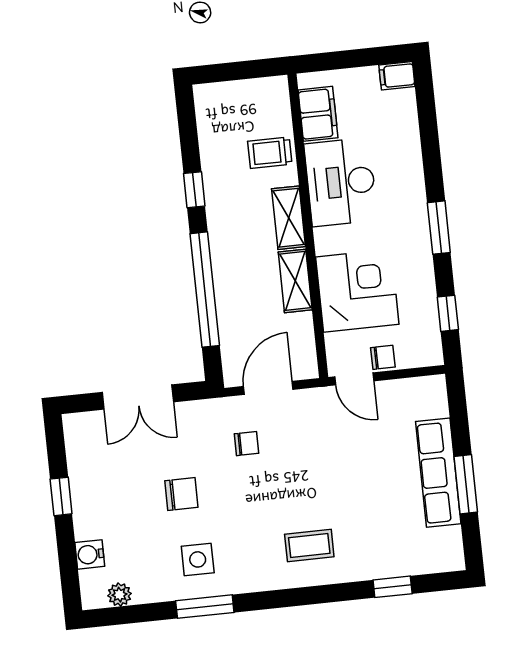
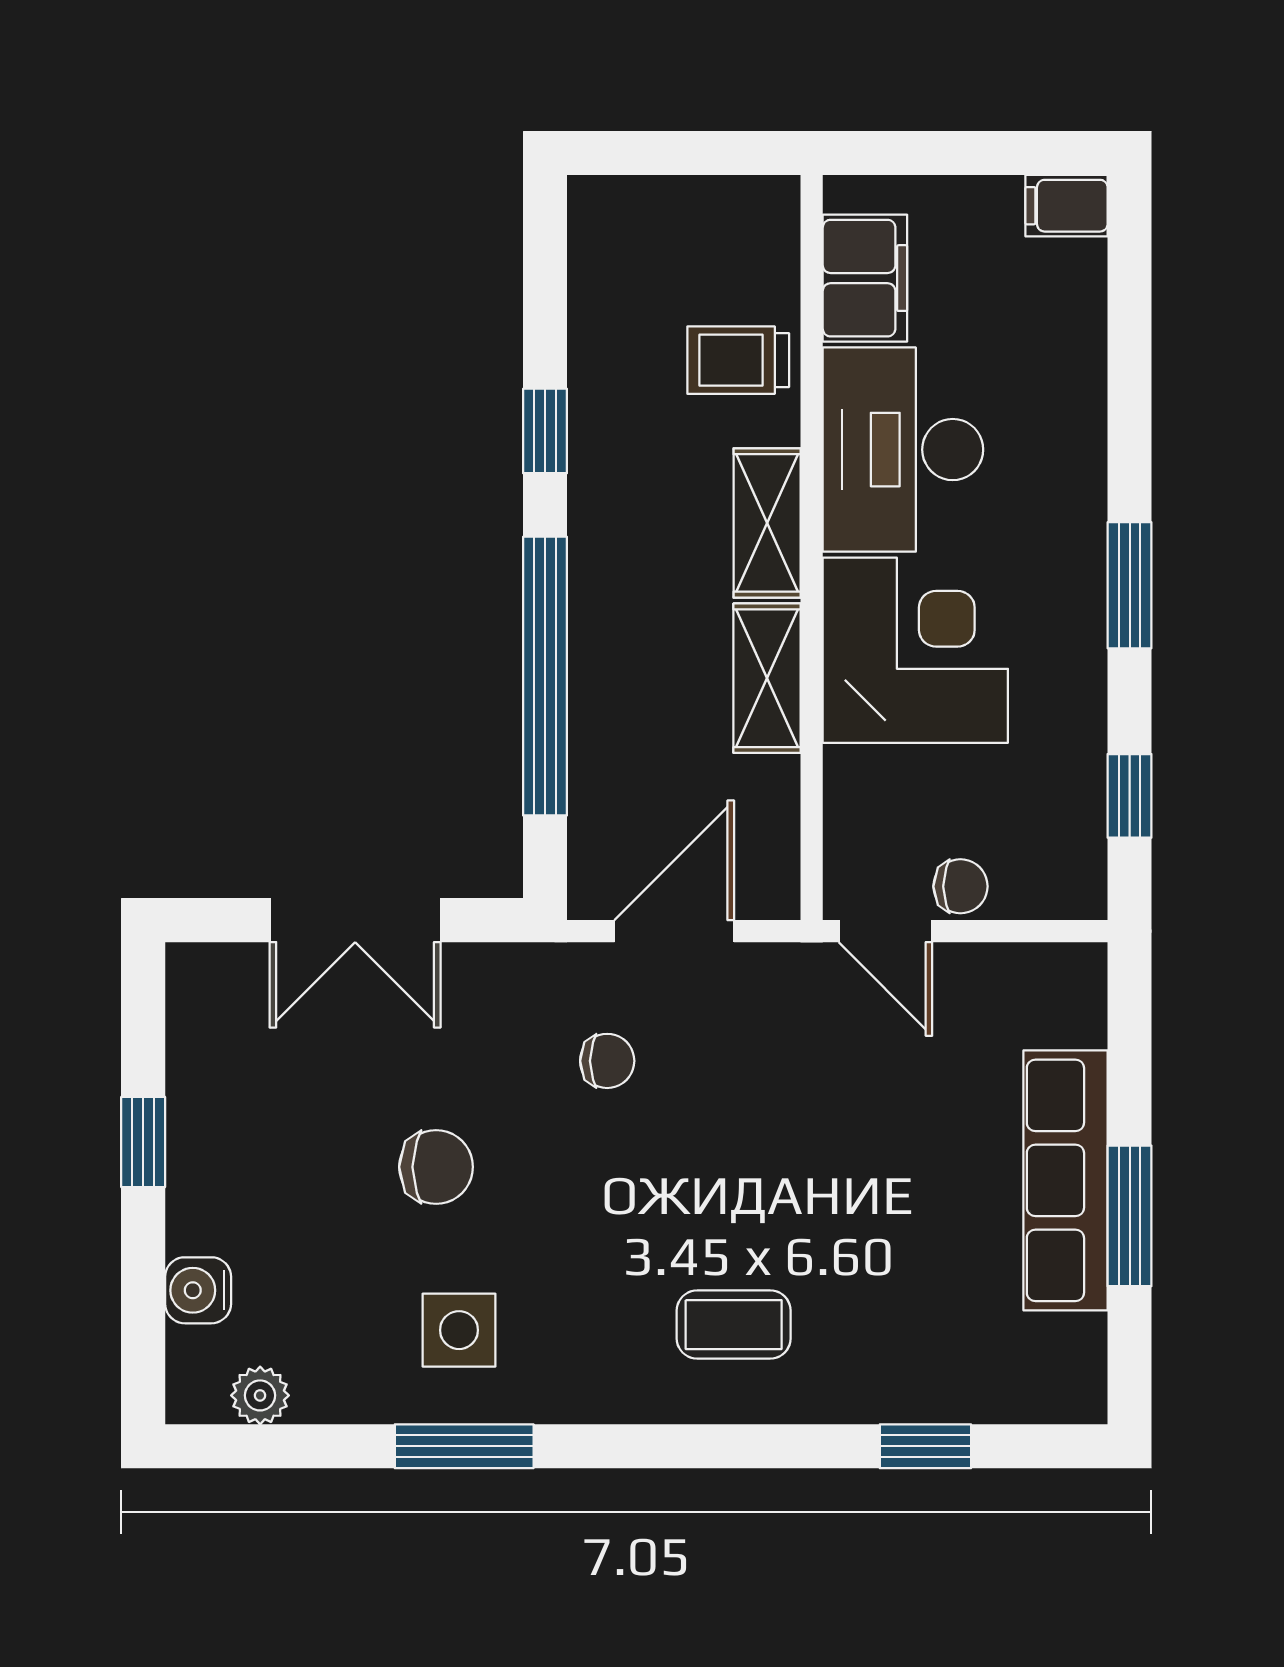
corner desk: (357, 291) -> (915, 650), moved

